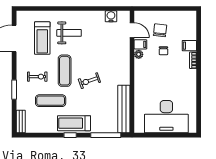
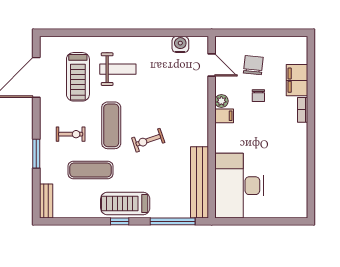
filing cabinet: (140, 44) -> (224, 116), moved
filing cabinet: (189, 46) -> (297, 80), width x2.00
desk: (166, 117) -> (239, 186), moved, turned 90

